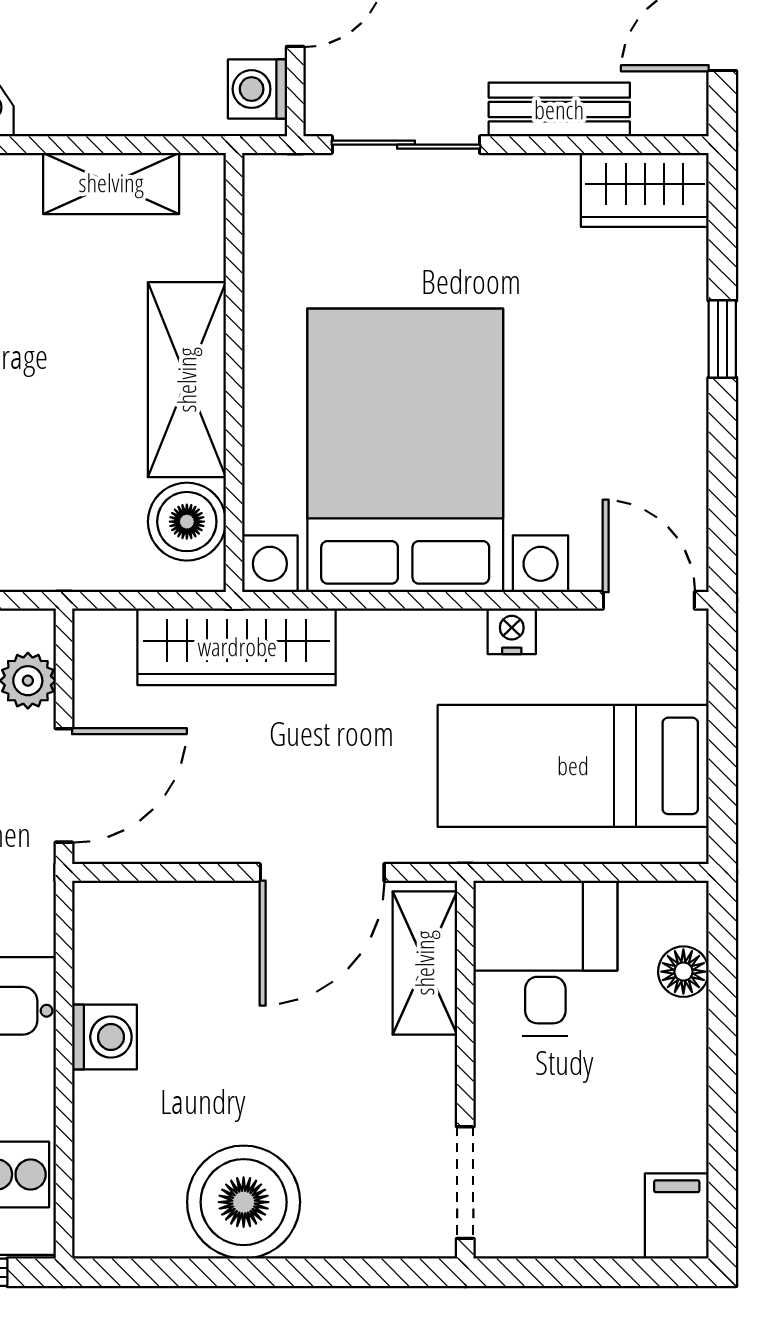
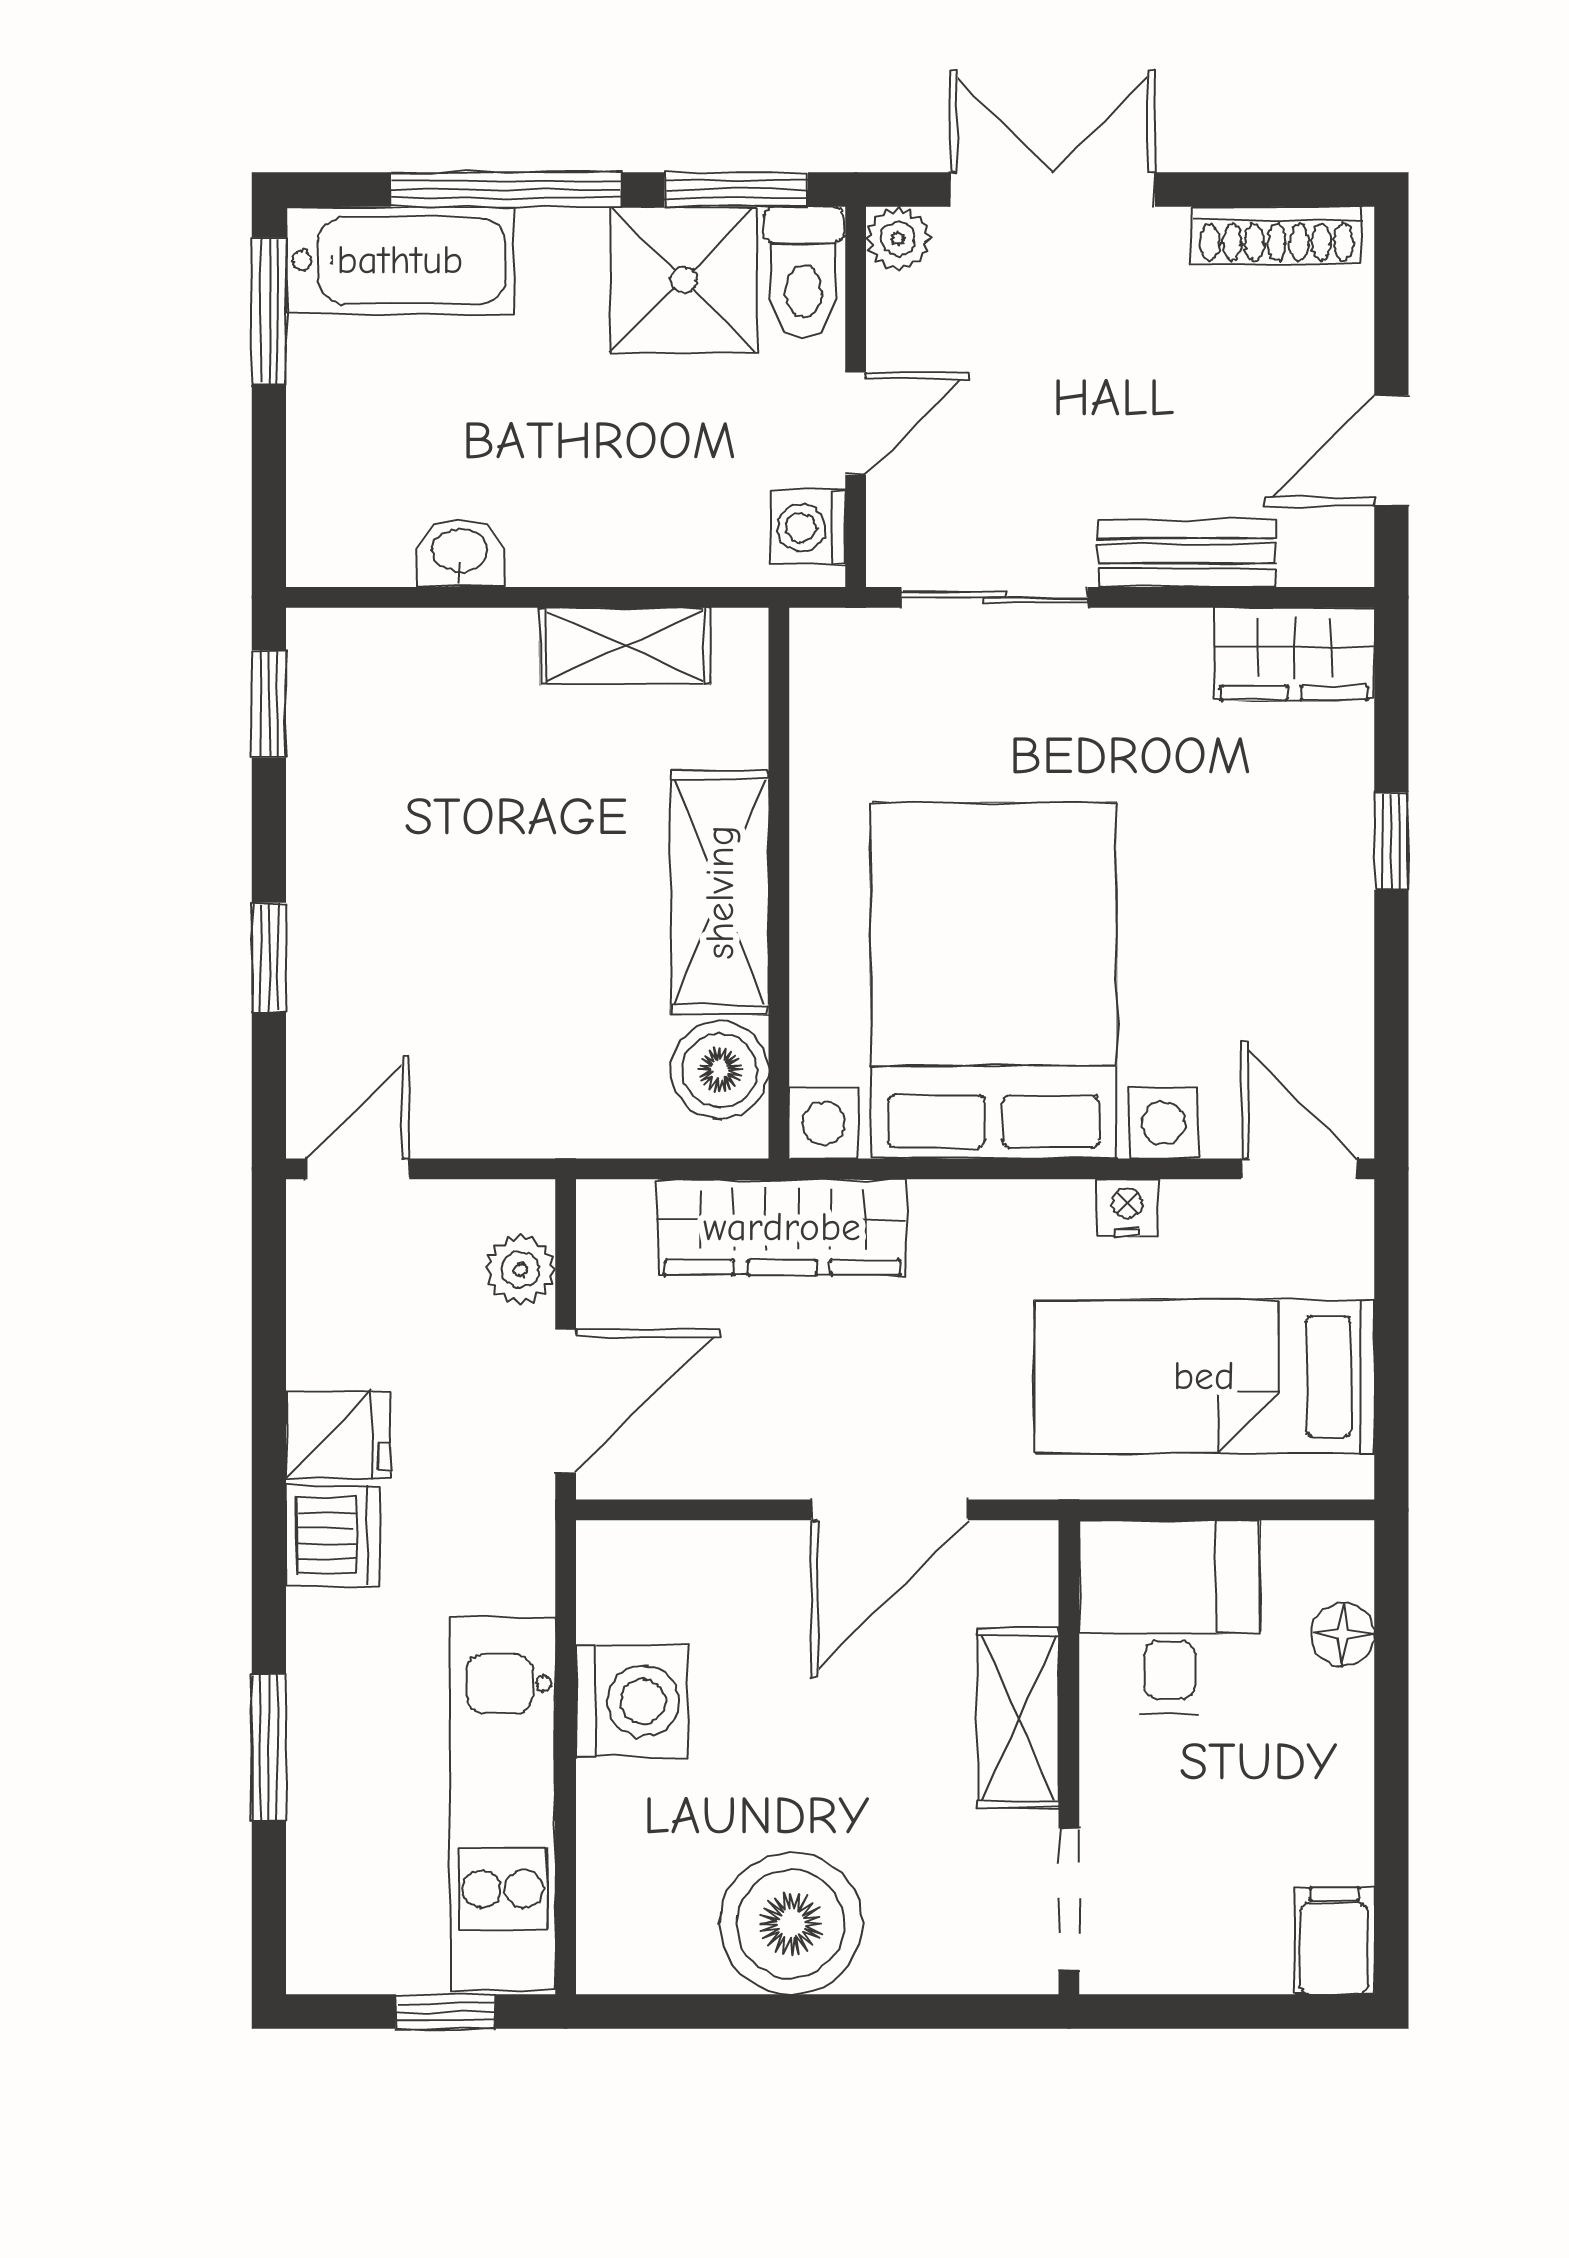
shelving: (425, 963) -> (1018, 1718), moved
washing machine: (104, 1037) -> (632, 1701), width x1.38, depth x1.38

